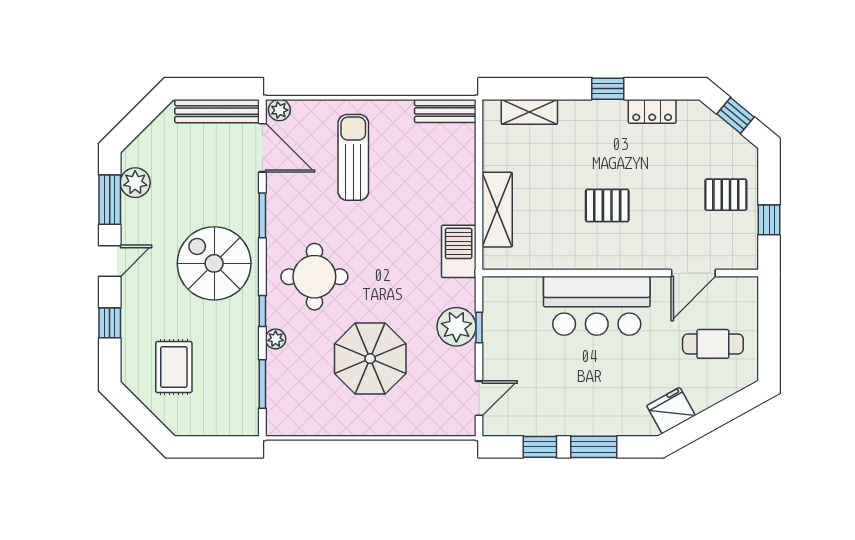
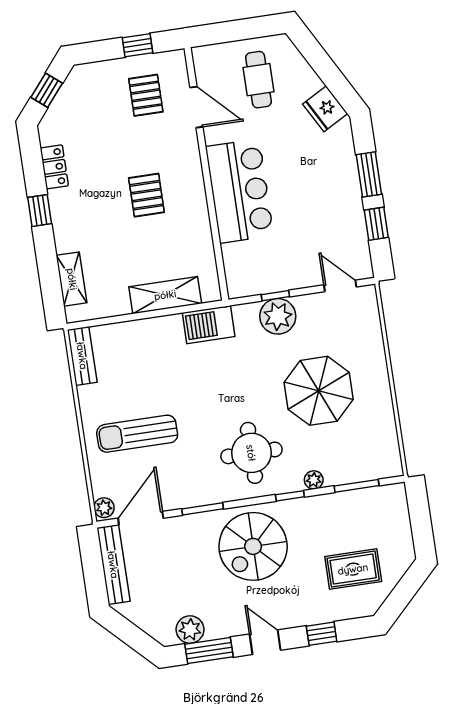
pallet: (726, 195) -> (146, 95), moved

